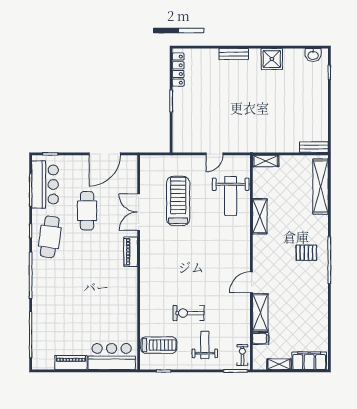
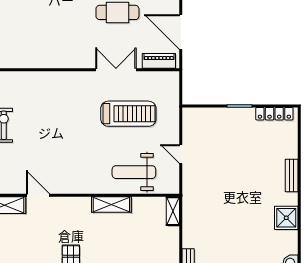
piano: (131, 252) -> (159, 61), moved

